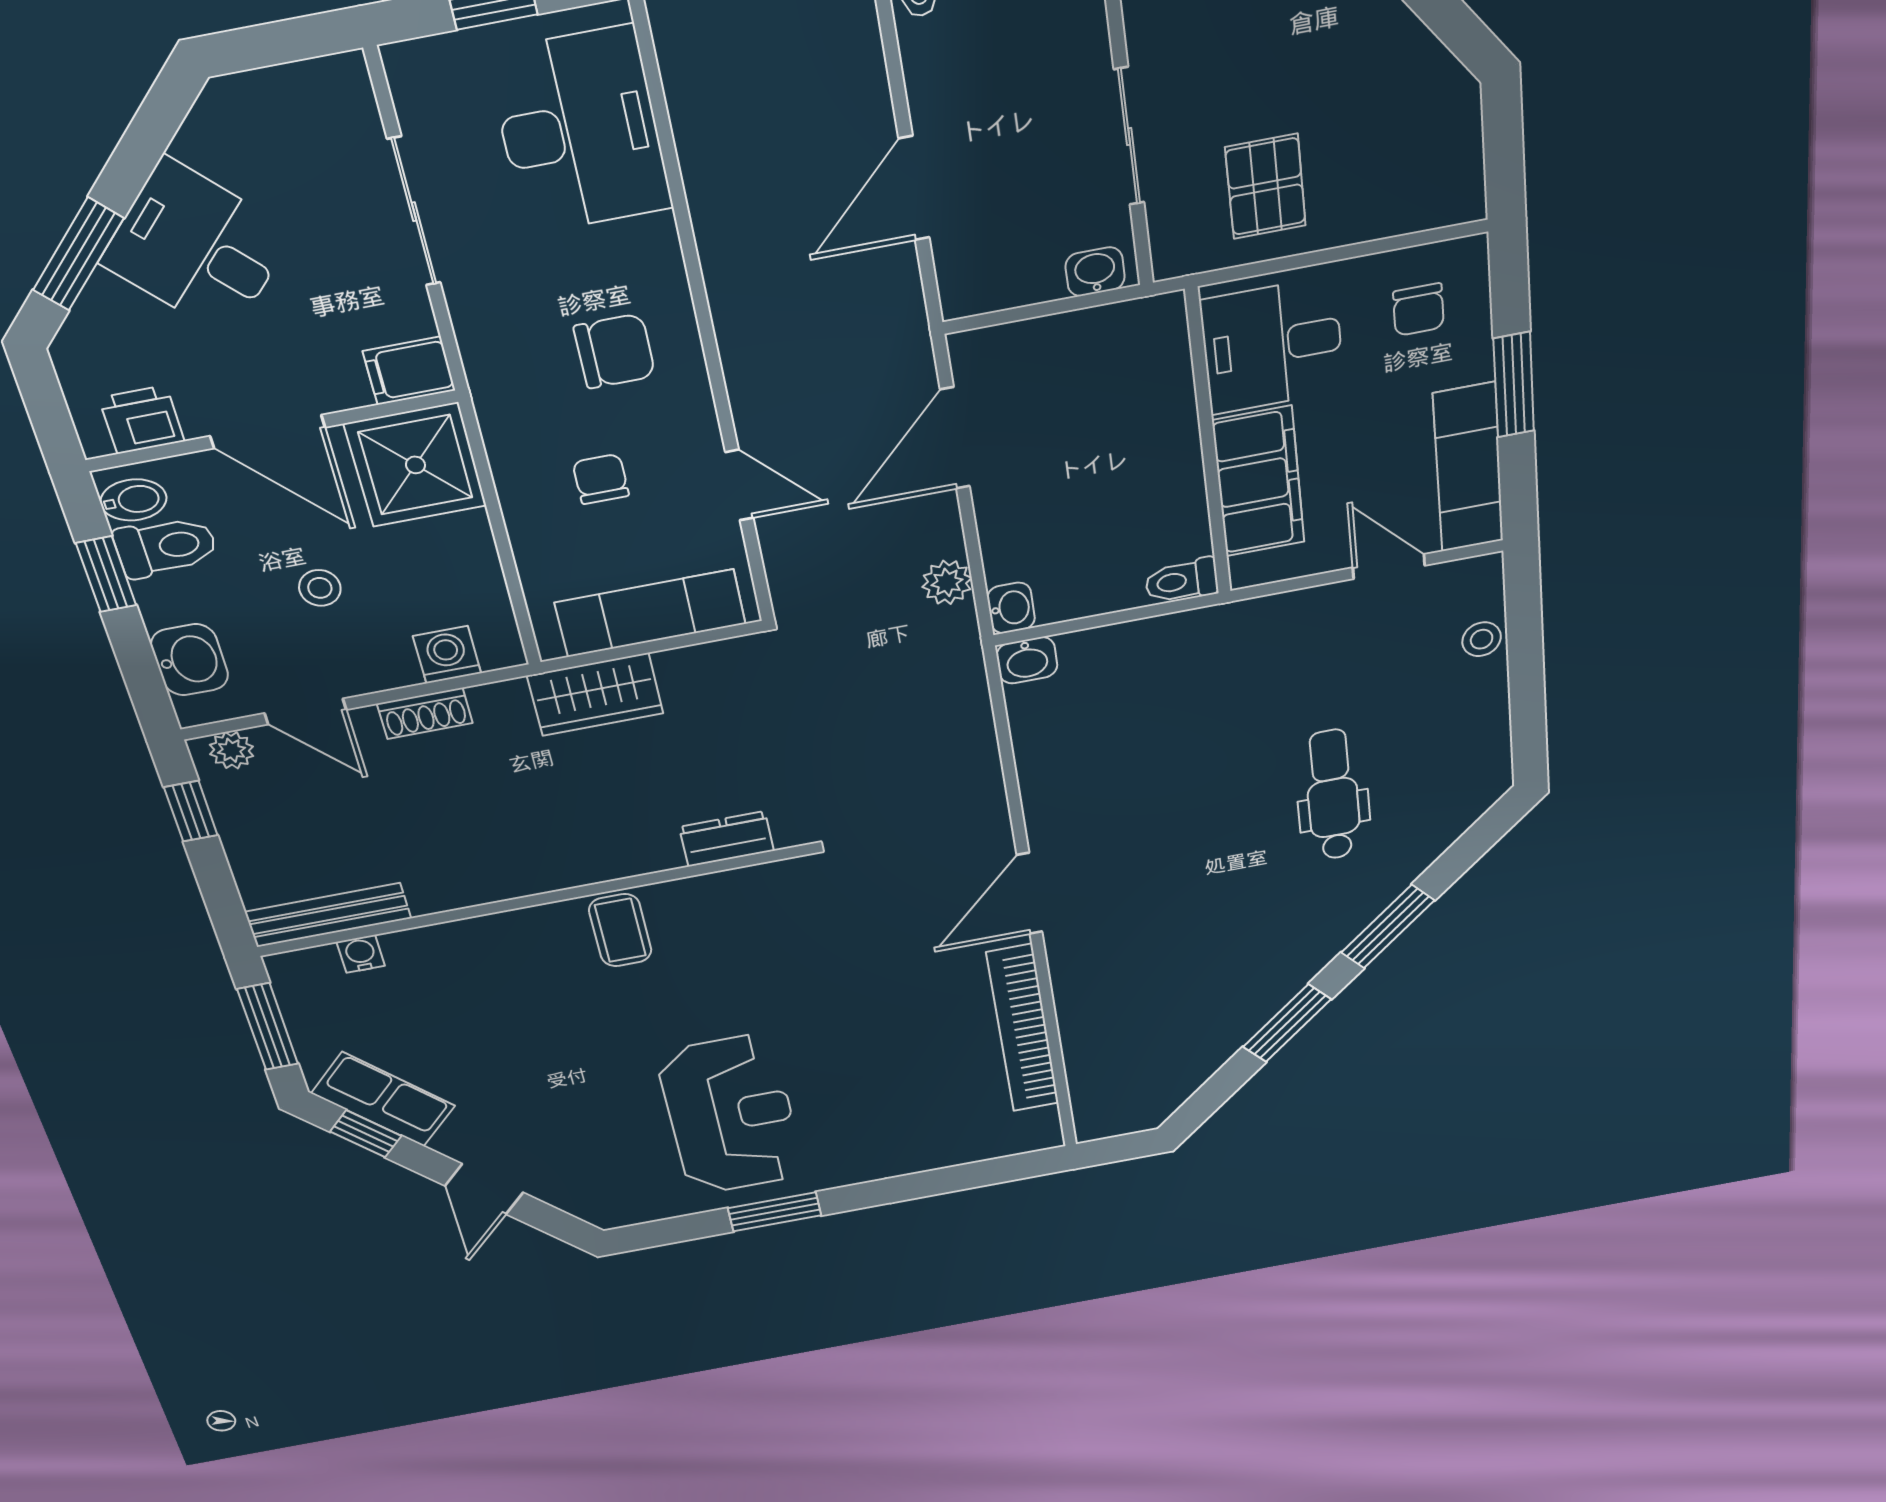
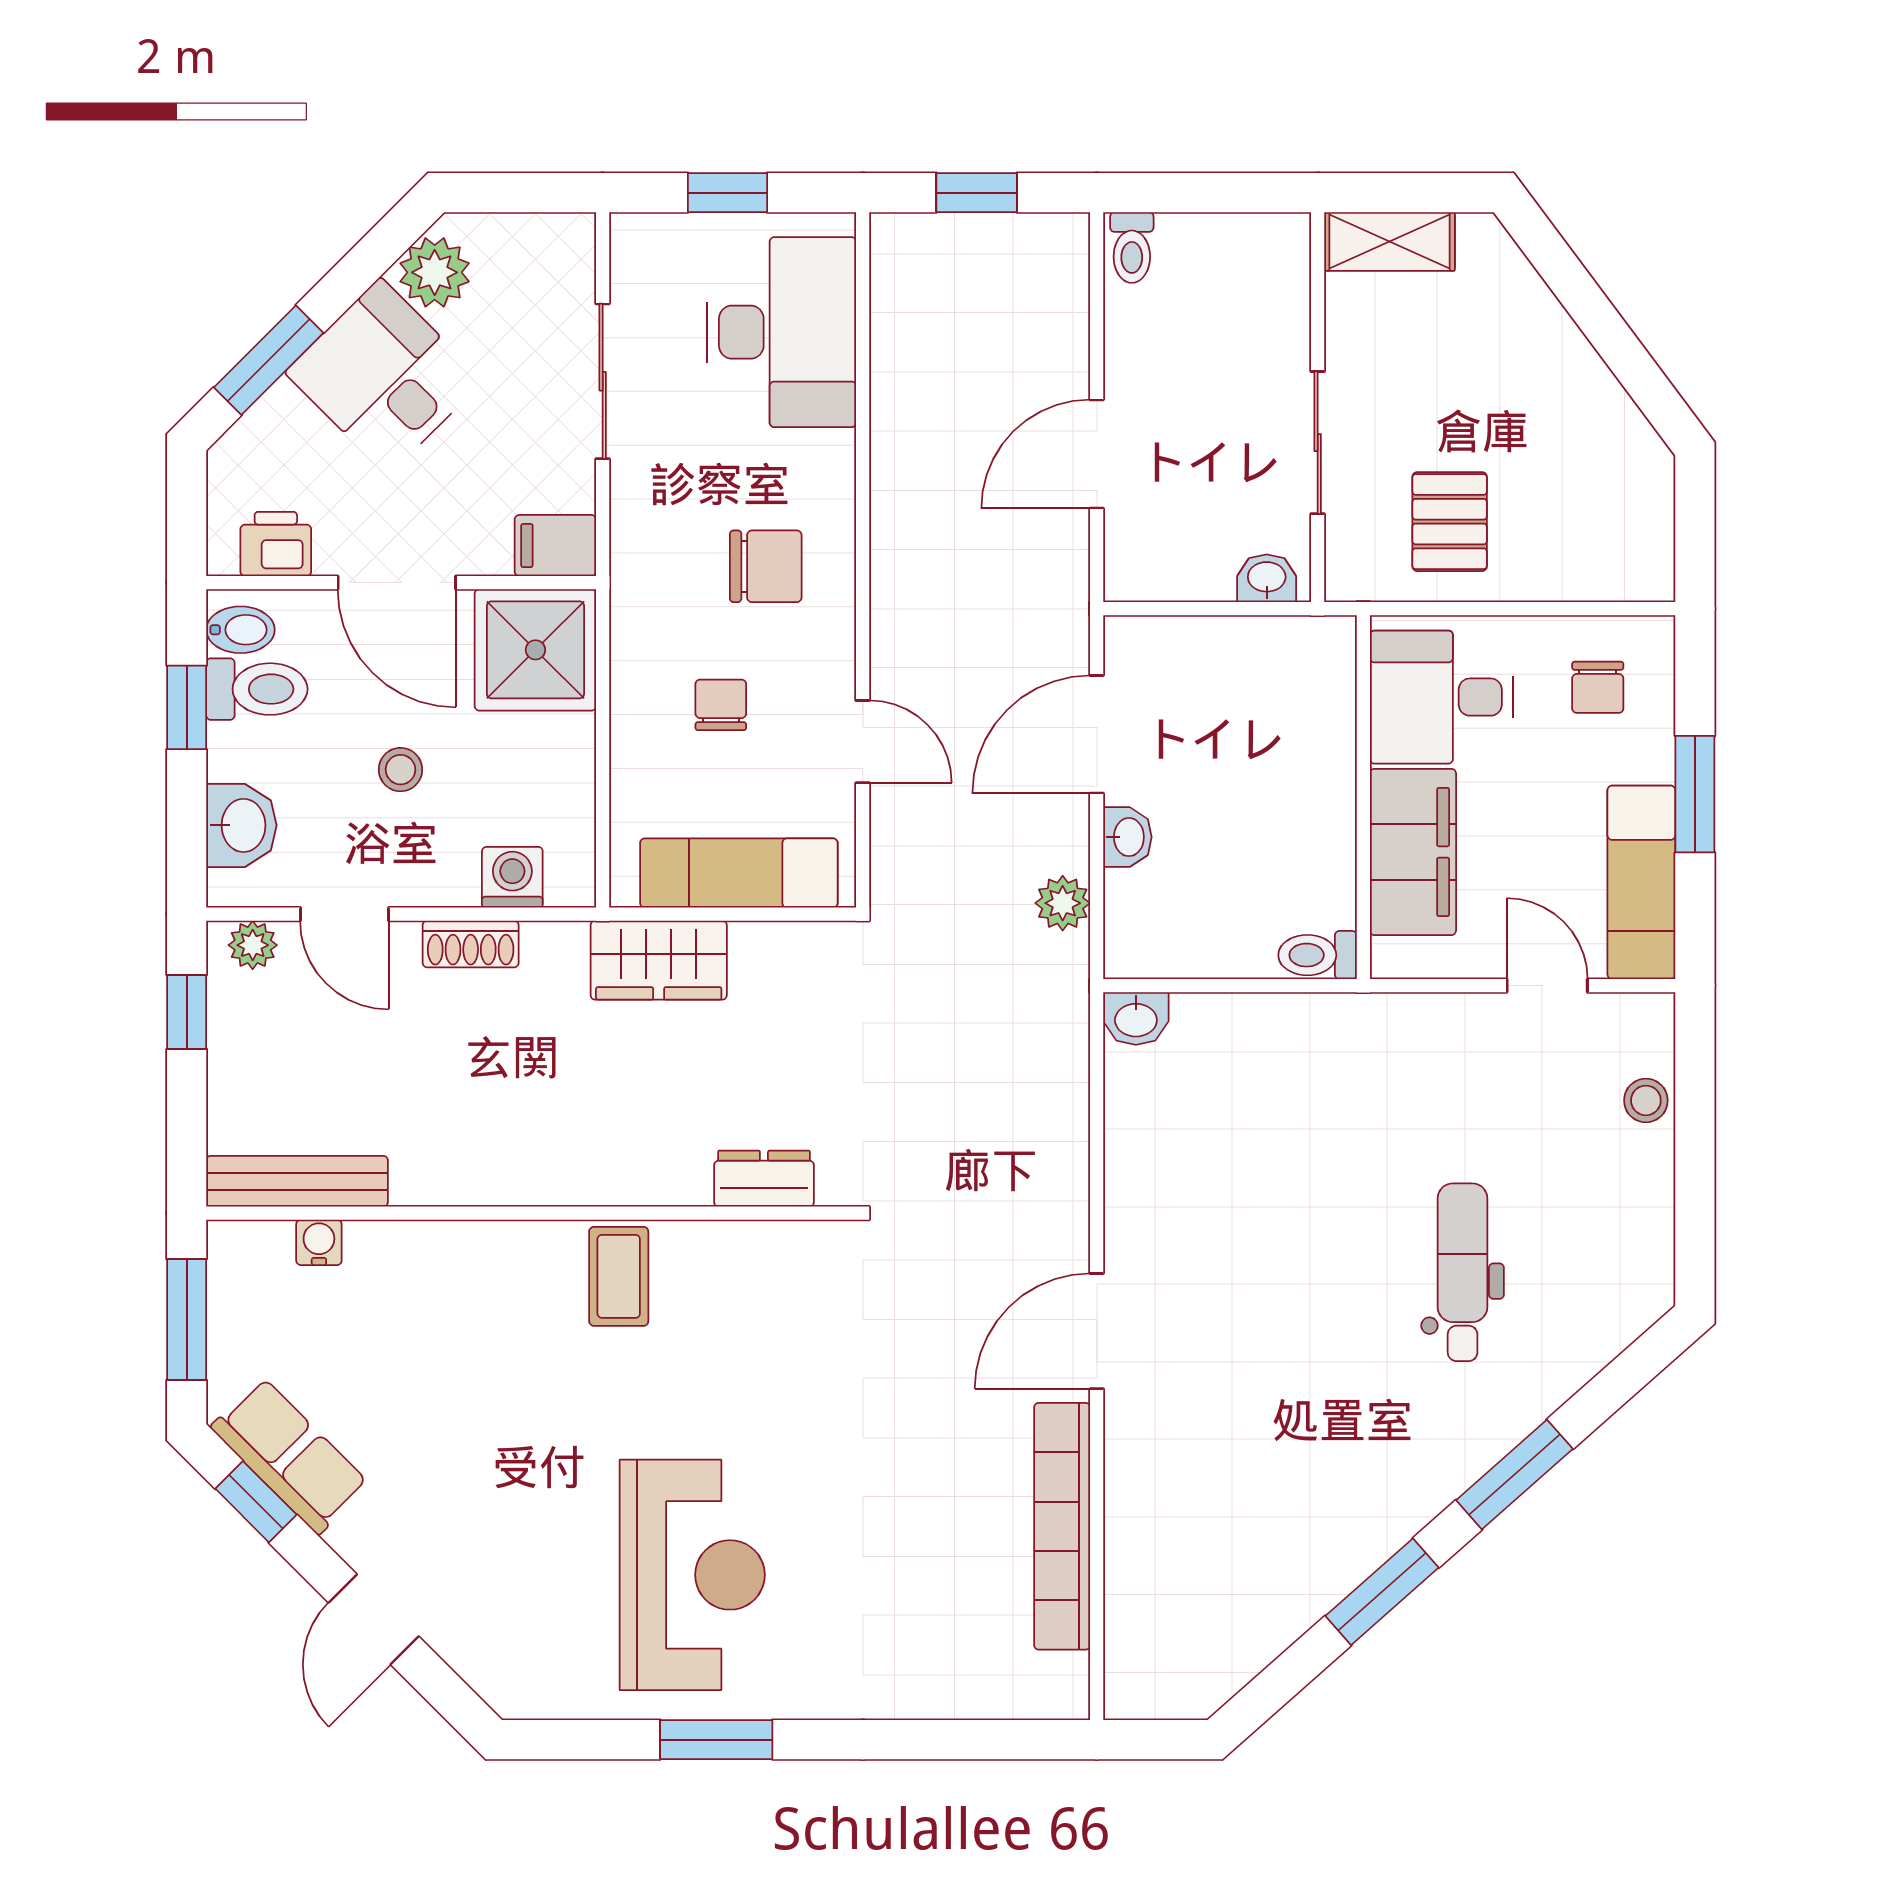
plant: (217, 139) -> (435, 272), added
washbasin: (1011, 608) -> (1127, 837), moved

